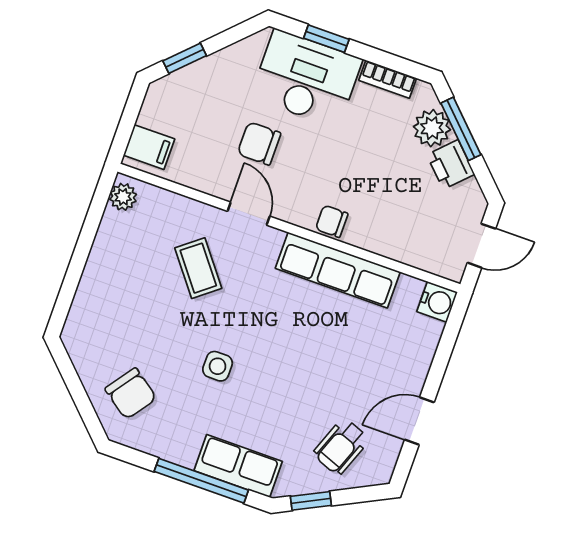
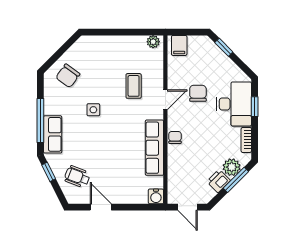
coffee table: (198, 268) -> (134, 86), turned -52

